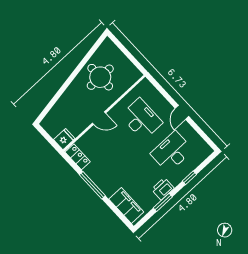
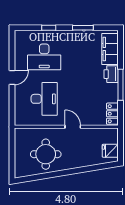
desk: (141, 119) -> (44, 99), turned 180
fridge: (64, 139) -> (110, 151), moved
printer: (163, 189) -> (111, 74), moved, turned 90

